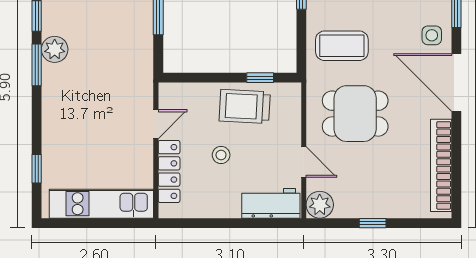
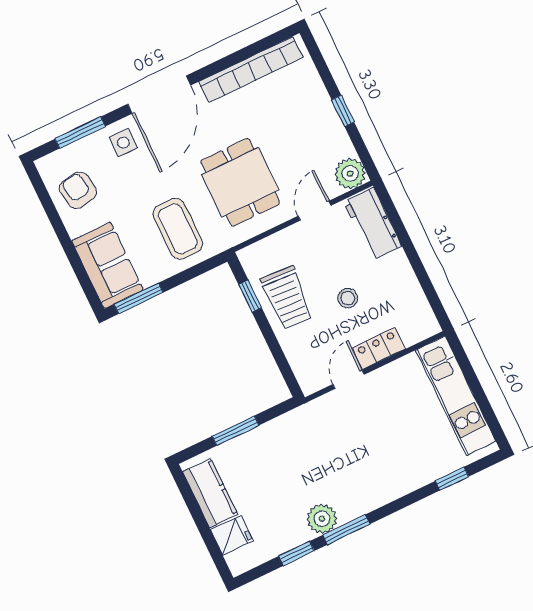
door: (156, 124) -> (348, 379), hinge flipped
locker: (169, 171) -> (379, 348), width x0.66

